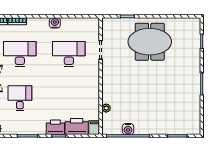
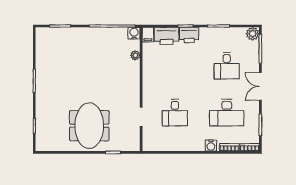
water cooler: (55, 23) -> (211, 146), moved
meeting table: (150, 42) -> (89, 126), turned 90
desk: (69, 54) -> (175, 113), width x0.73
water cooler: (128, 129) -> (134, 33), moved

